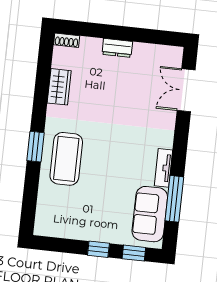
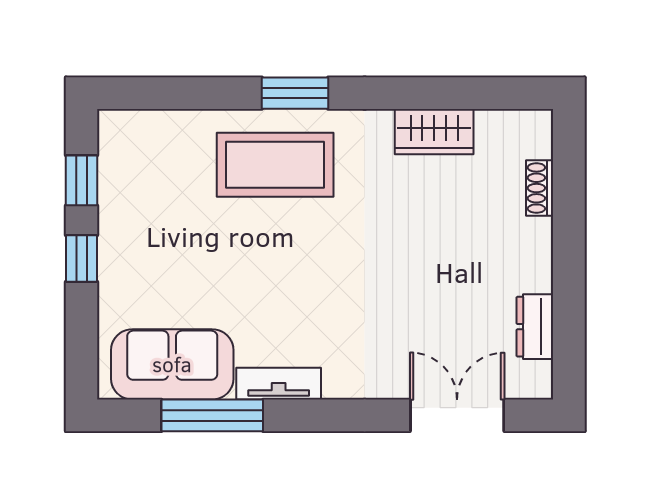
shoe rack: (67, 40) -> (540, 188), moved
dresser: (117, 48) -> (535, 327), moved
window: (134, 253) -> (82, 180), moved

